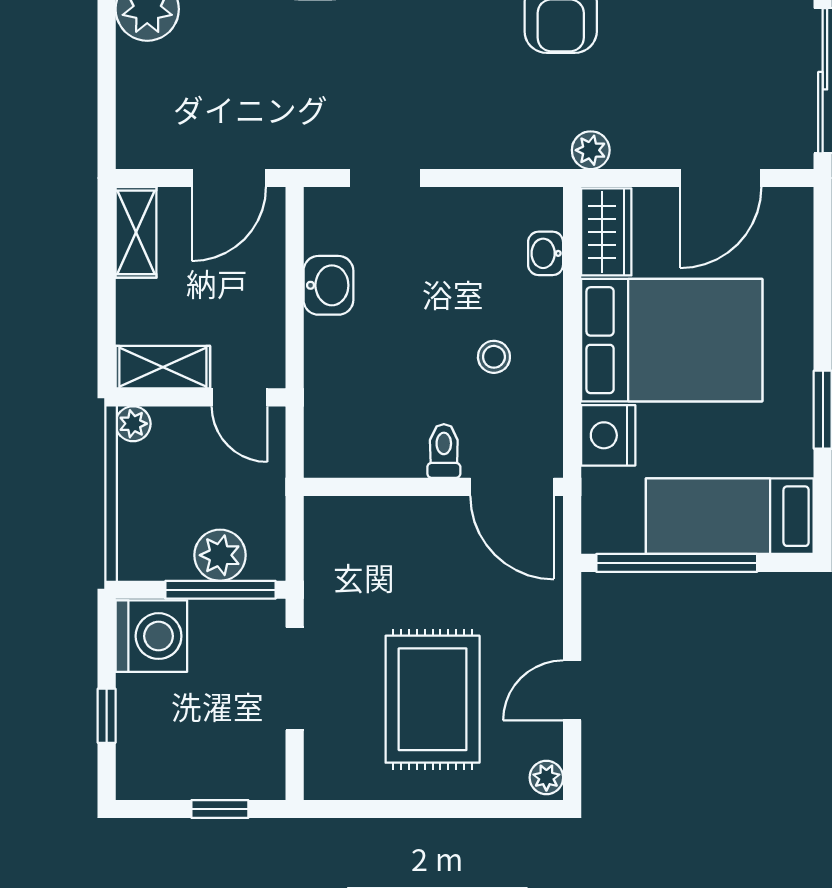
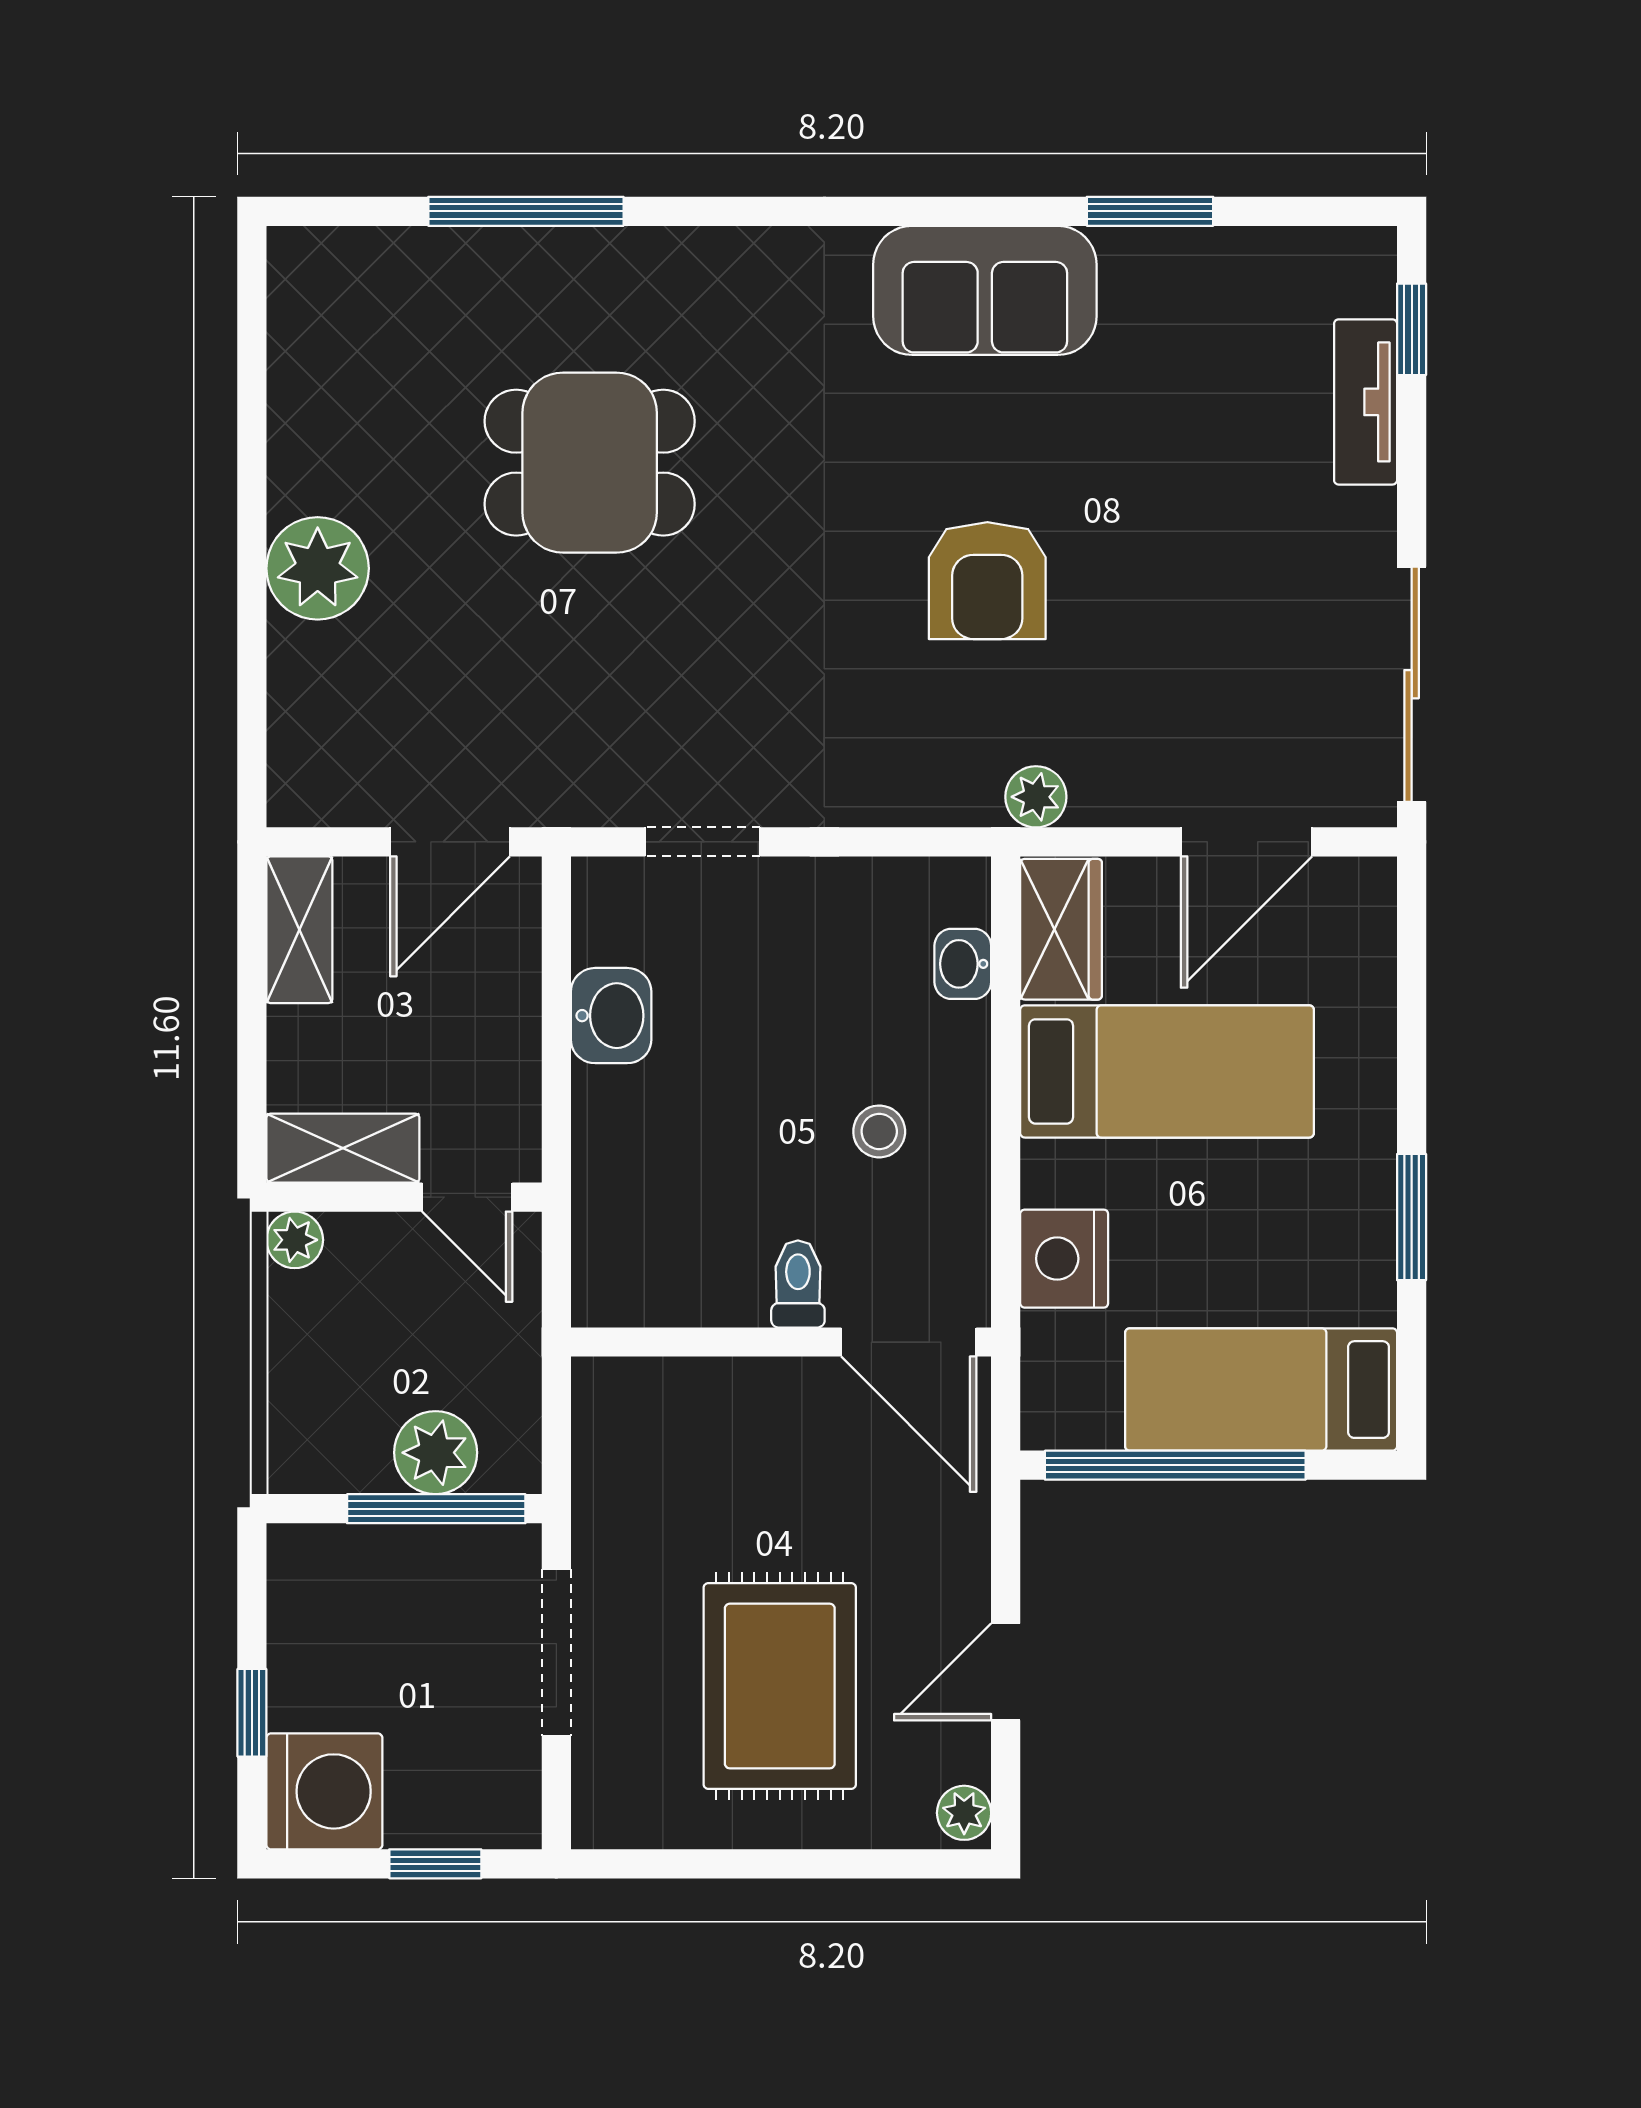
bed: (672, 340) -> (1167, 1071), width x0.67
washing machine: (151, 636) -> (324, 1791), moved

